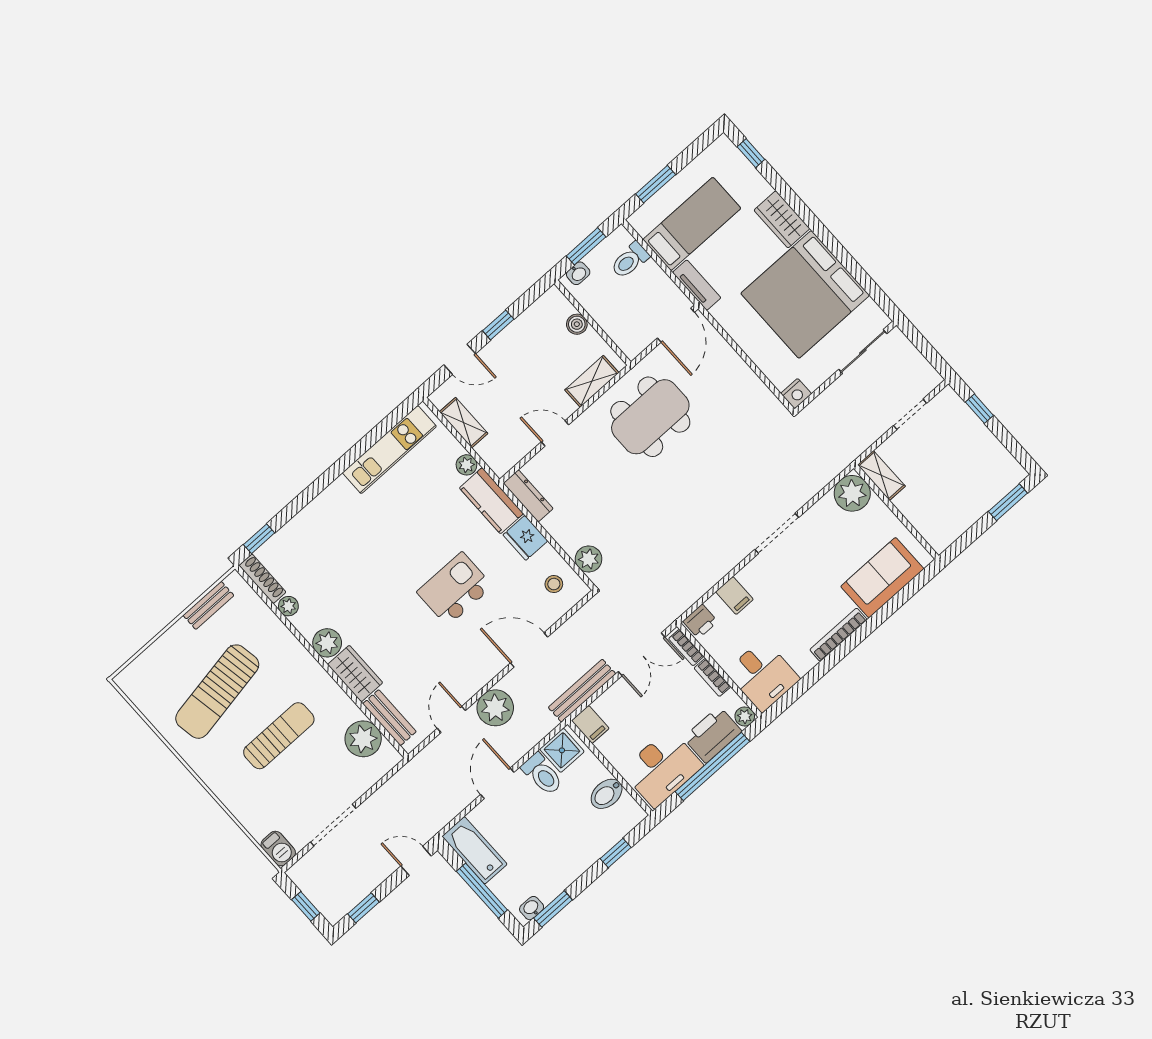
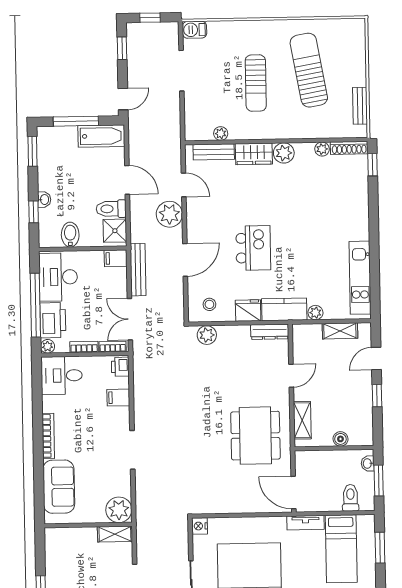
plant: (363, 739) -> (221, 133), width x0.53, depth x0.53
washbasin: (532, 908) -> (44, 200), moved

